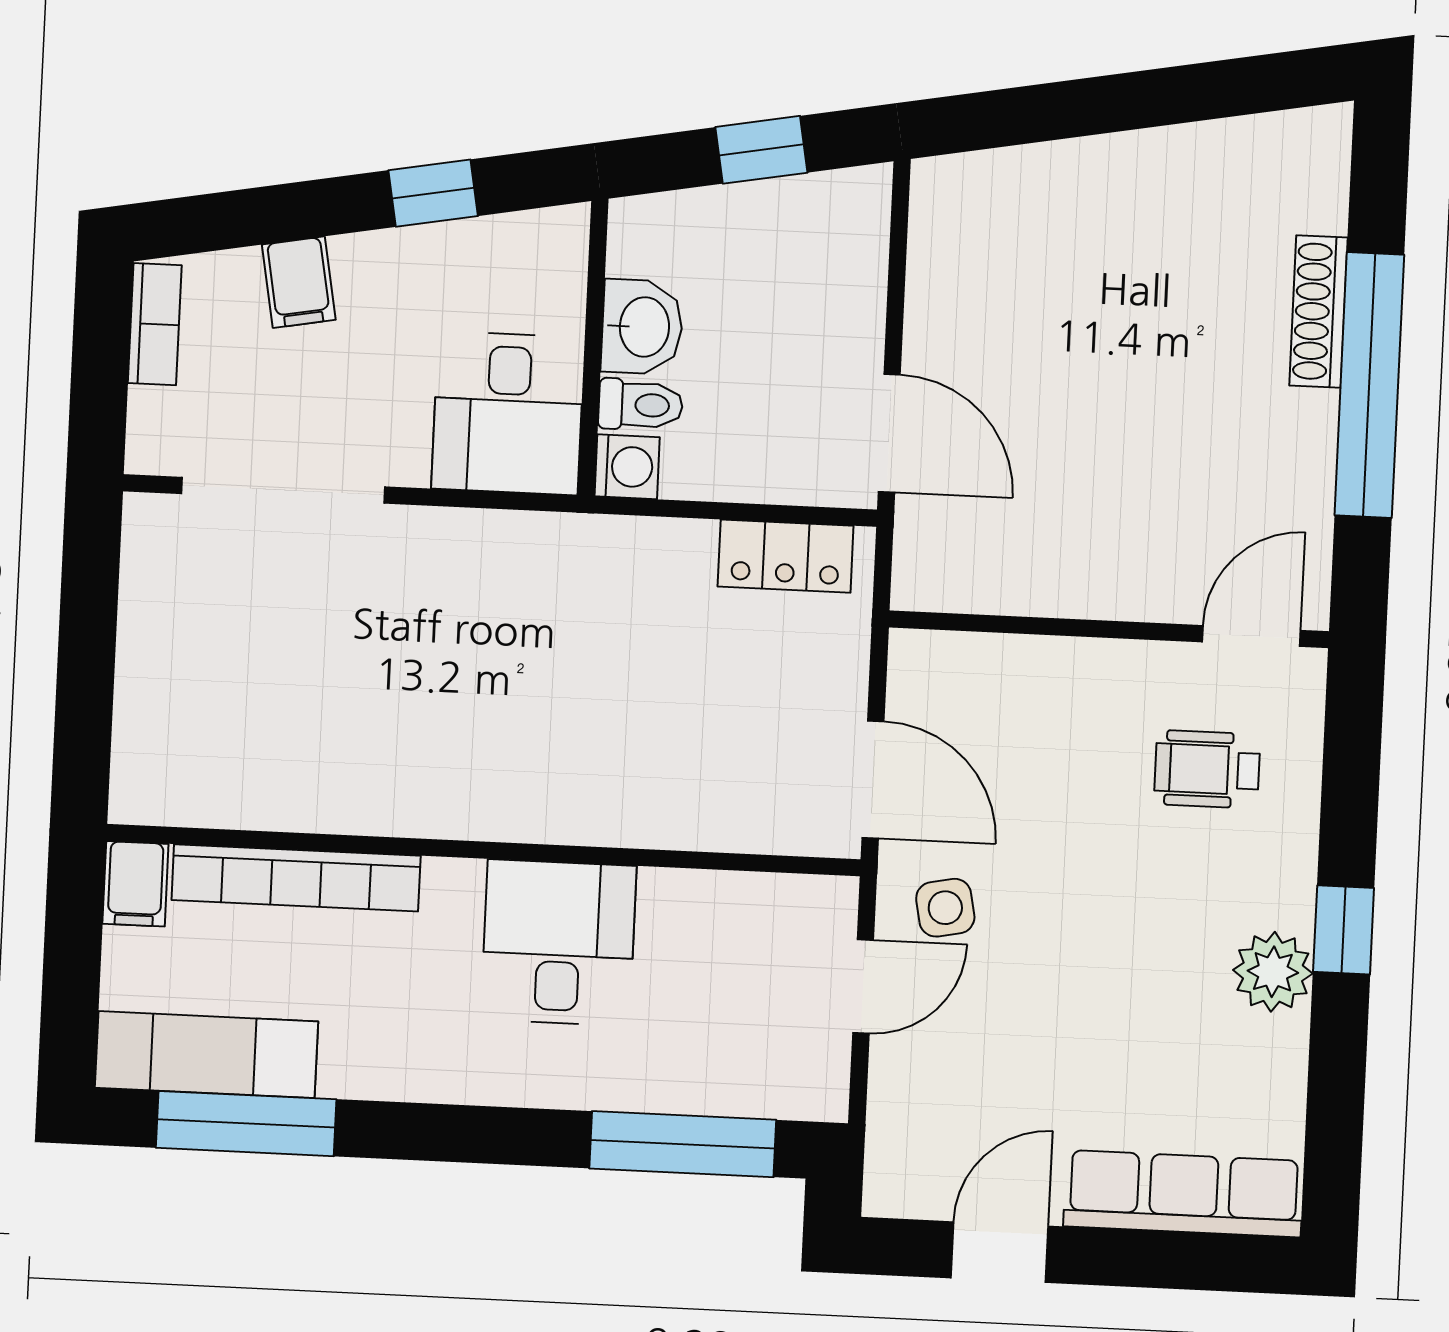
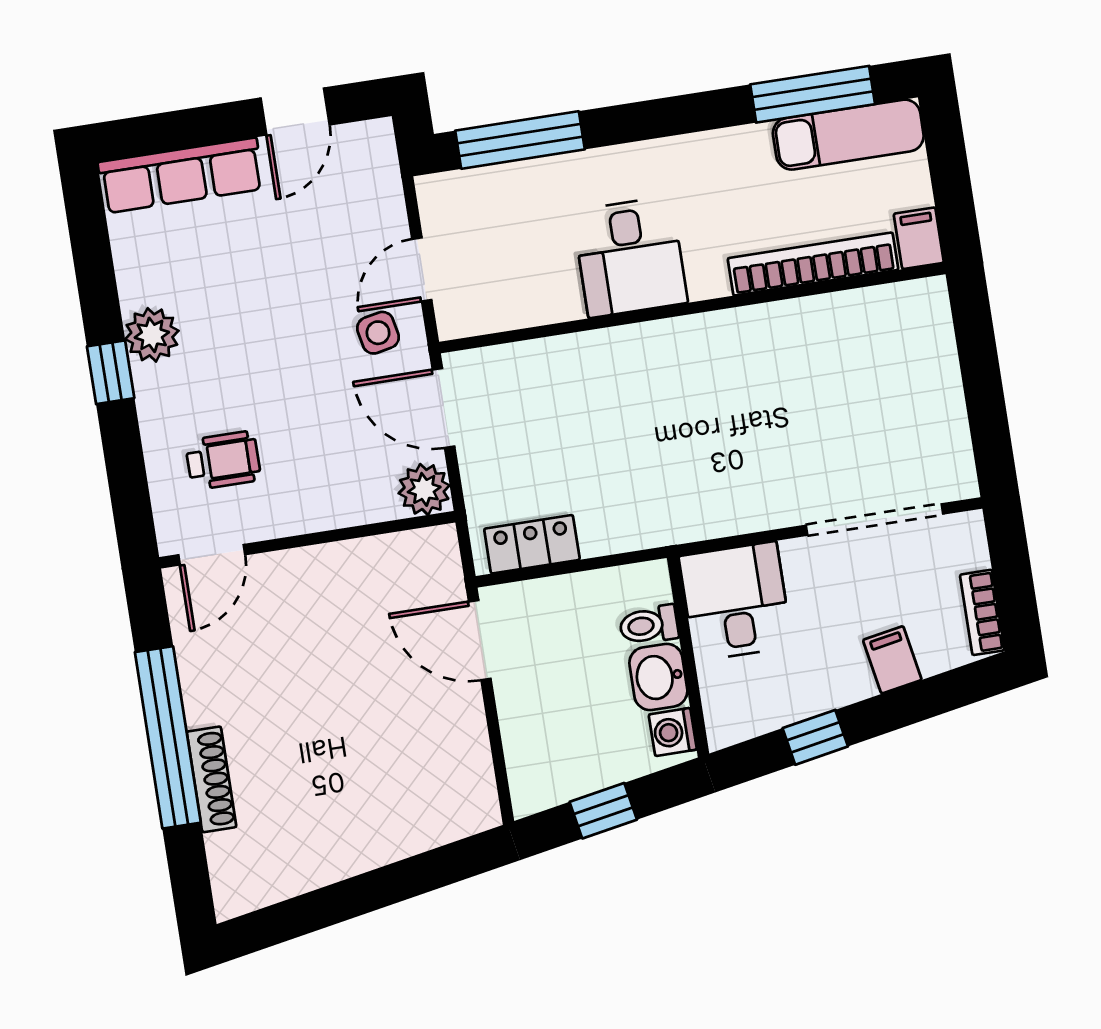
washing machine: (627, 467) -> (673, 732), moved
plant: (925, 667) -> (424, 489), added

